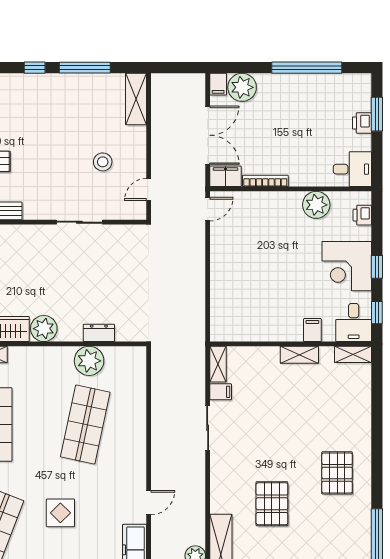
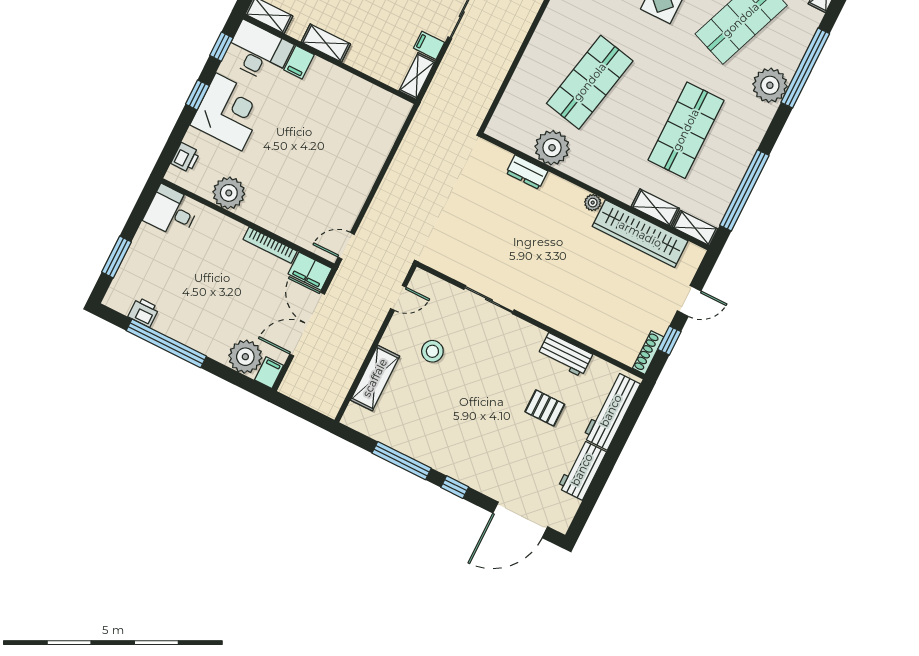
shelving: (136, 99) -> (375, 378), moved
printer: (362, 123) -> (144, 312), moved, turned -90
desk: (354, 322) -> (258, 52), width x1.37
plant: (44, 329) -> (593, 203), width x0.53, depth x0.53

